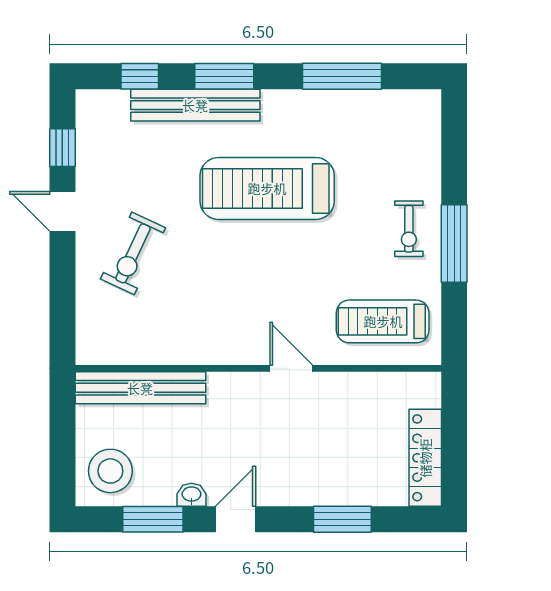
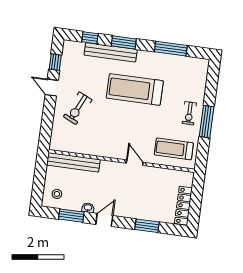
stool: (110, 471) -> (57, 194), width x0.53, depth x0.53

